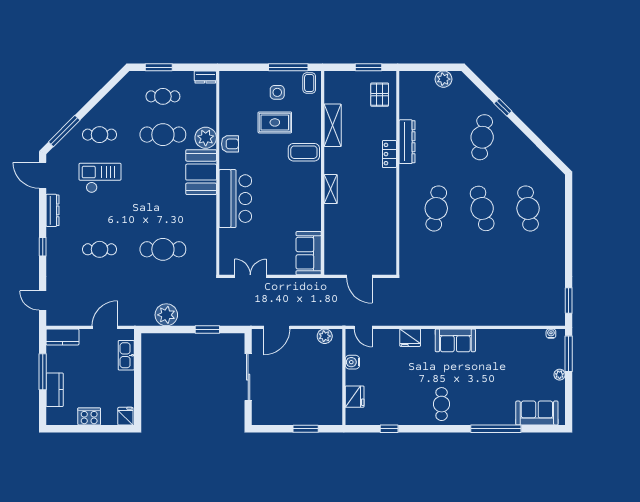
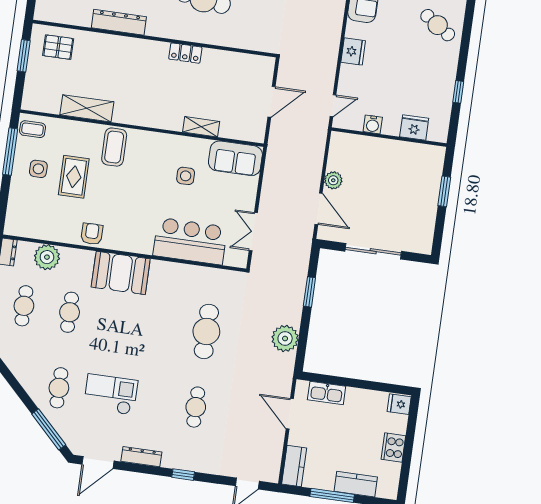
cafe table: (163, 135) -> (70, 312), width x0.73, depth x0.74
plant: (206, 138) -> (47, 257), moved
locker: (389, 154) -> (185, 53), moved
checkout: (100, 178) -> (111, 395), turned 90
shelving: (331, 189) -> (201, 127), moved
bar counter: (235, 199) -> (190, 241), moved
side table: (288, 214) -> (186, 176), added
plant: (325, 336) -> (333, 180), moved
cafe table: (442, 404) -> (438, 25), turned 34

